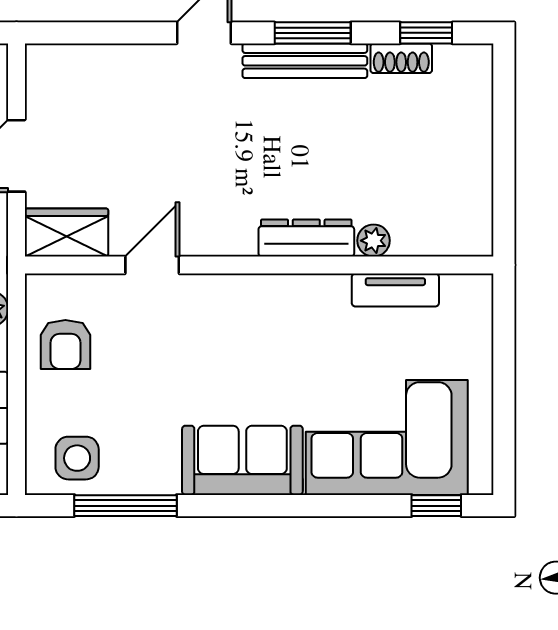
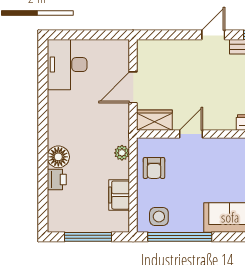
window: (126, 506) -> (180, 237), width x1.46

